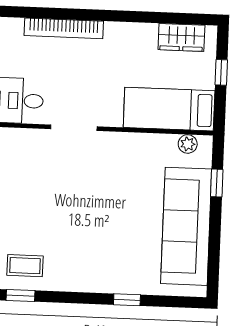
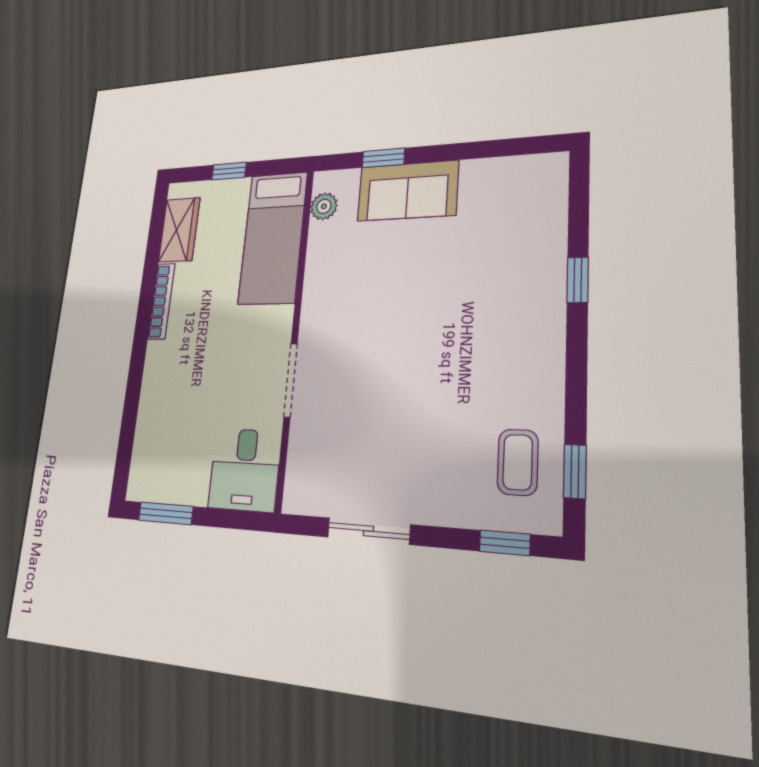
bookcase: (64, 28) -> (161, 301), moved, width x0.68, depth x0.76
sofa: (186, 226) -> (408, 191), width x0.54, depth x0.79

